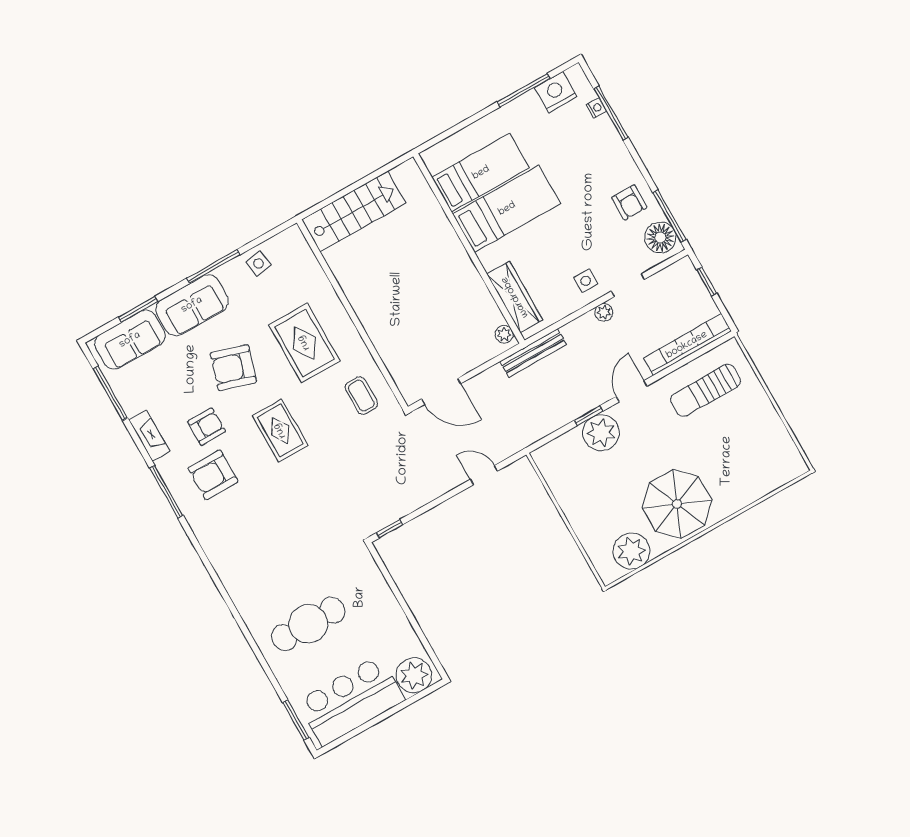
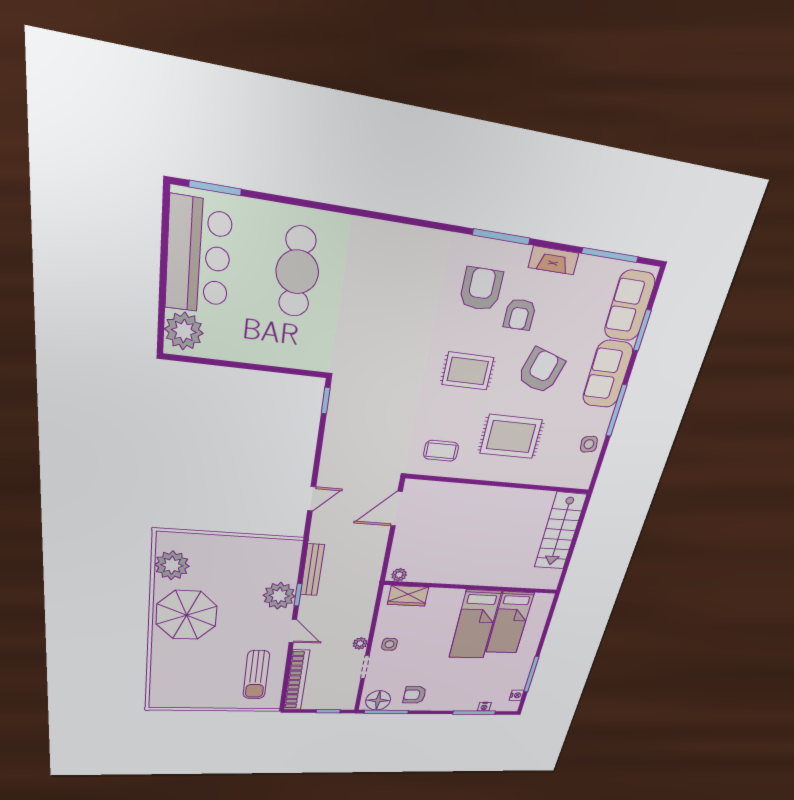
nightstand: (556, 92) -> (517, 695), width x0.53, depth x0.56
wardrobe: (515, 297) -> (408, 596), width x0.67
bench: (533, 353) -> (312, 570), moved
sun lounger: (706, 390) -> (256, 675), turned 180

